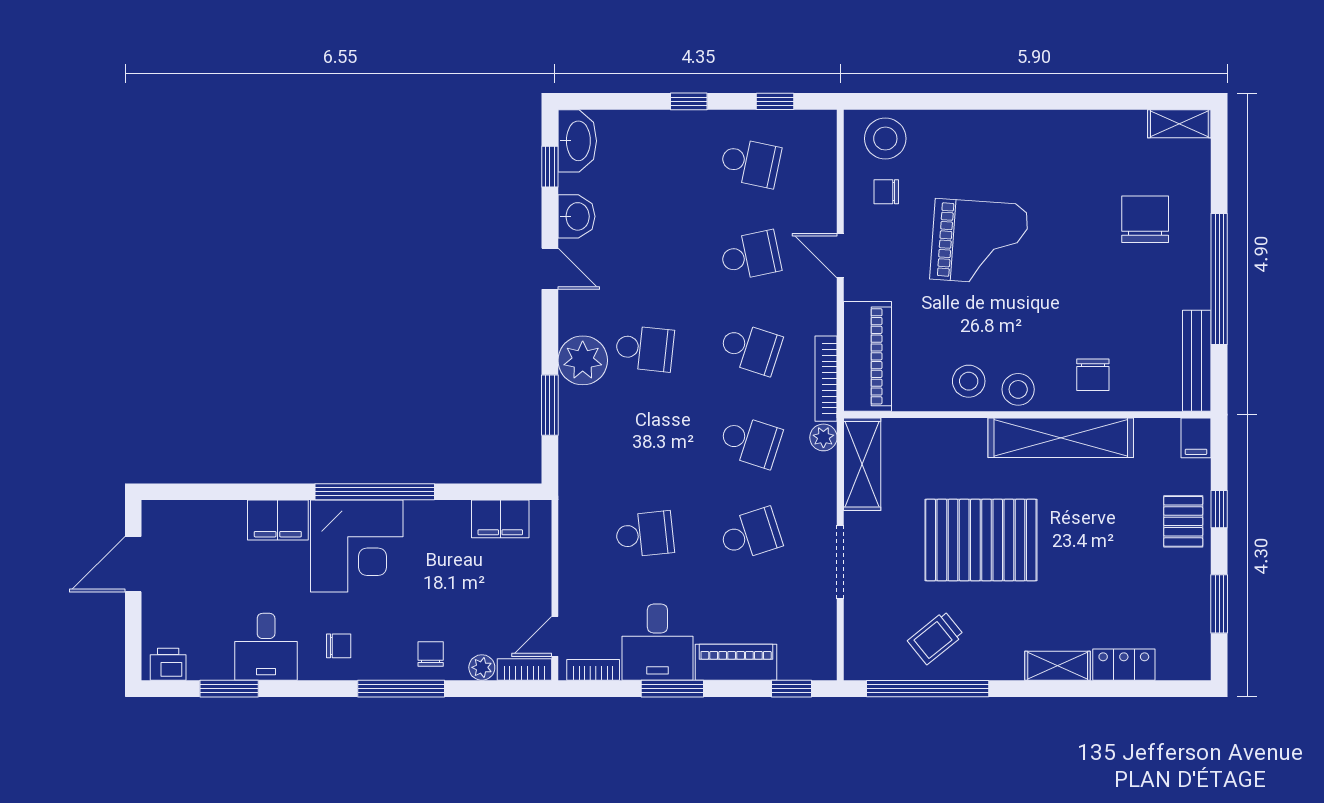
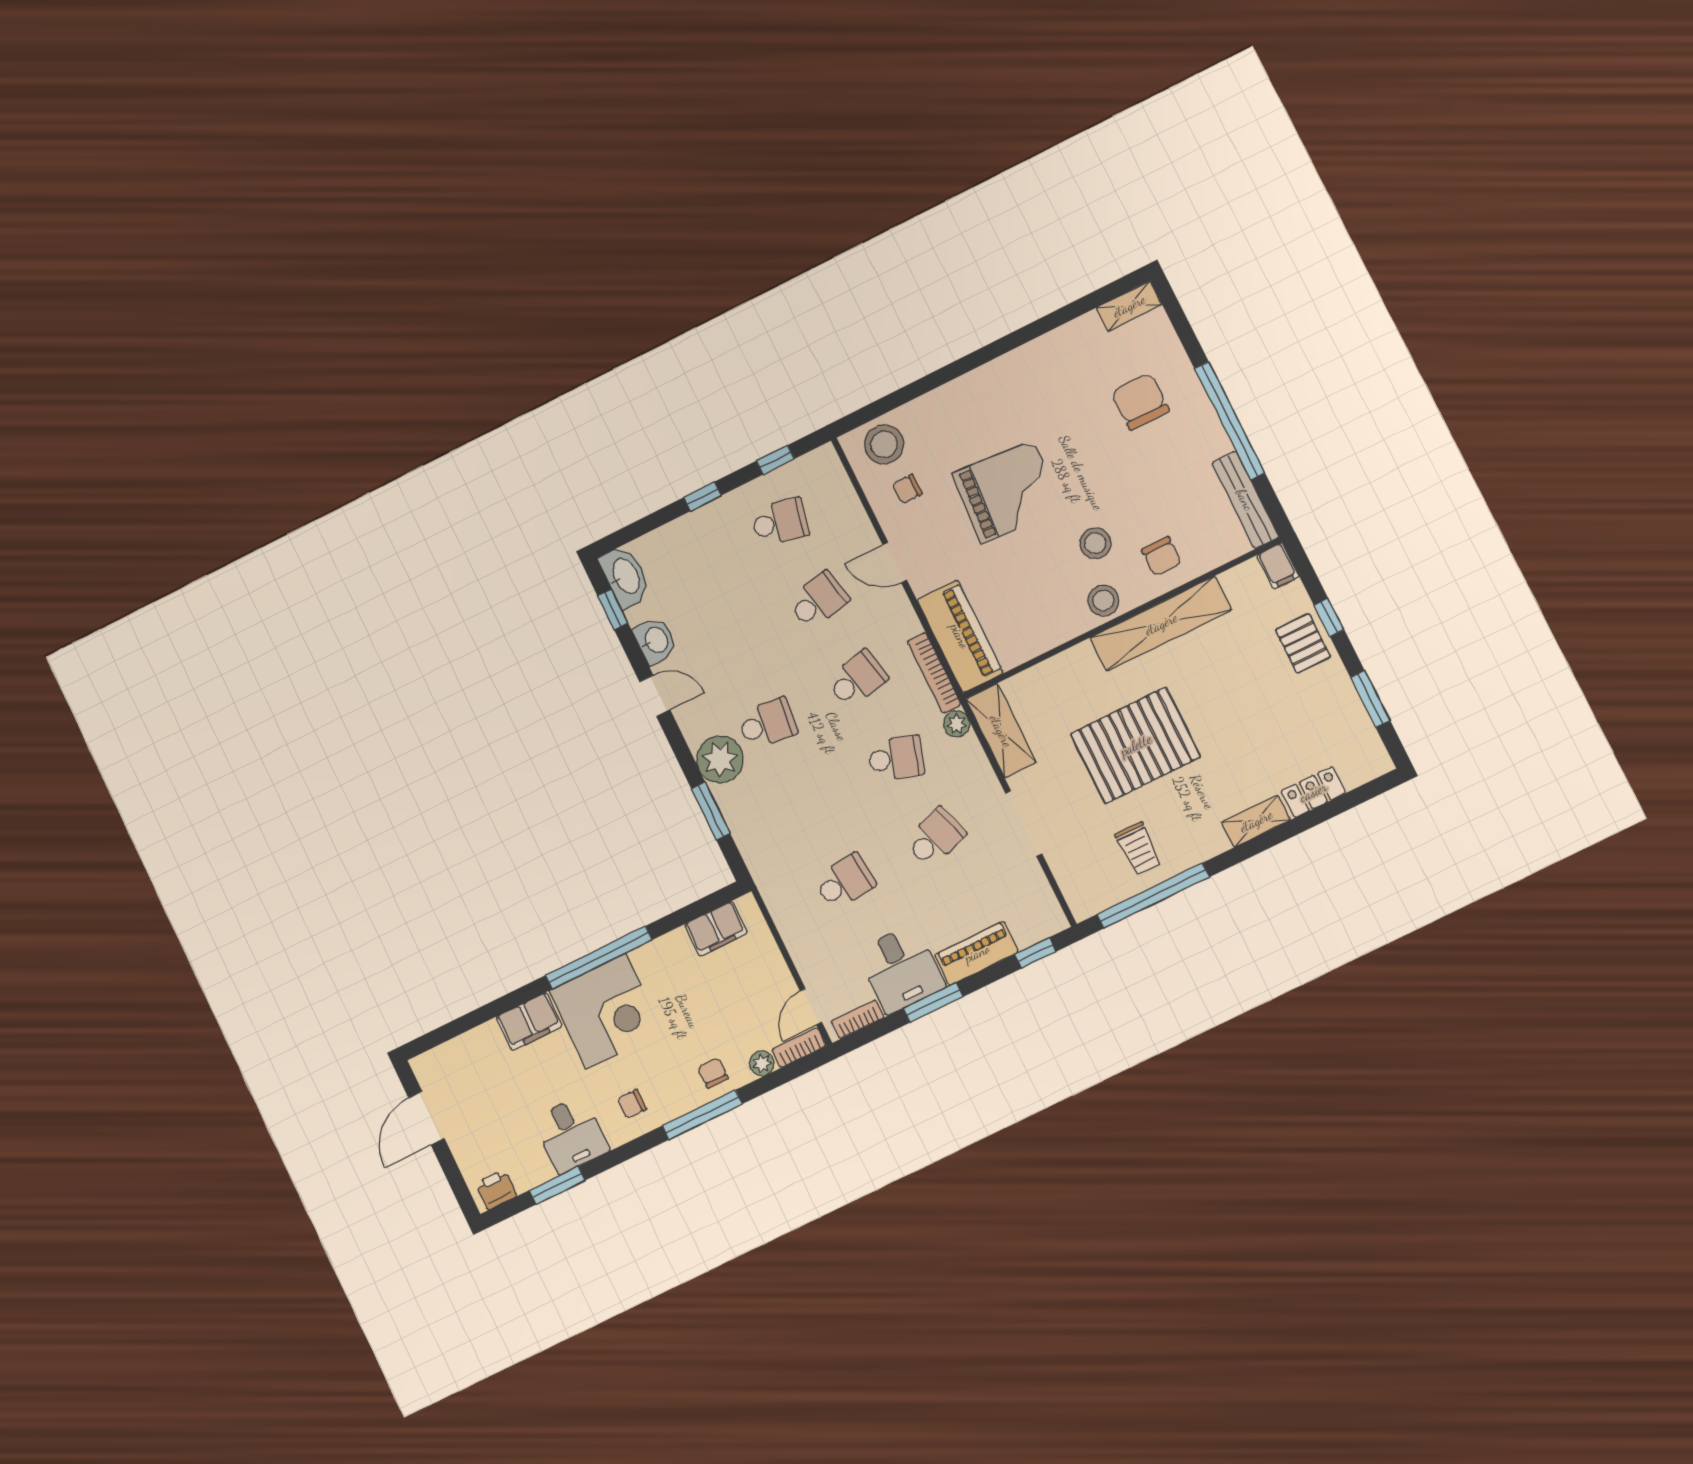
school desk: (750, 349) -> (857, 679), turned -30
stool: (969, 381) -> (1095, 543), moved
trolley: (936, 638) -> (1138, 849), turned -51
chair: (339, 646) -> (632, 1104), turned 180

